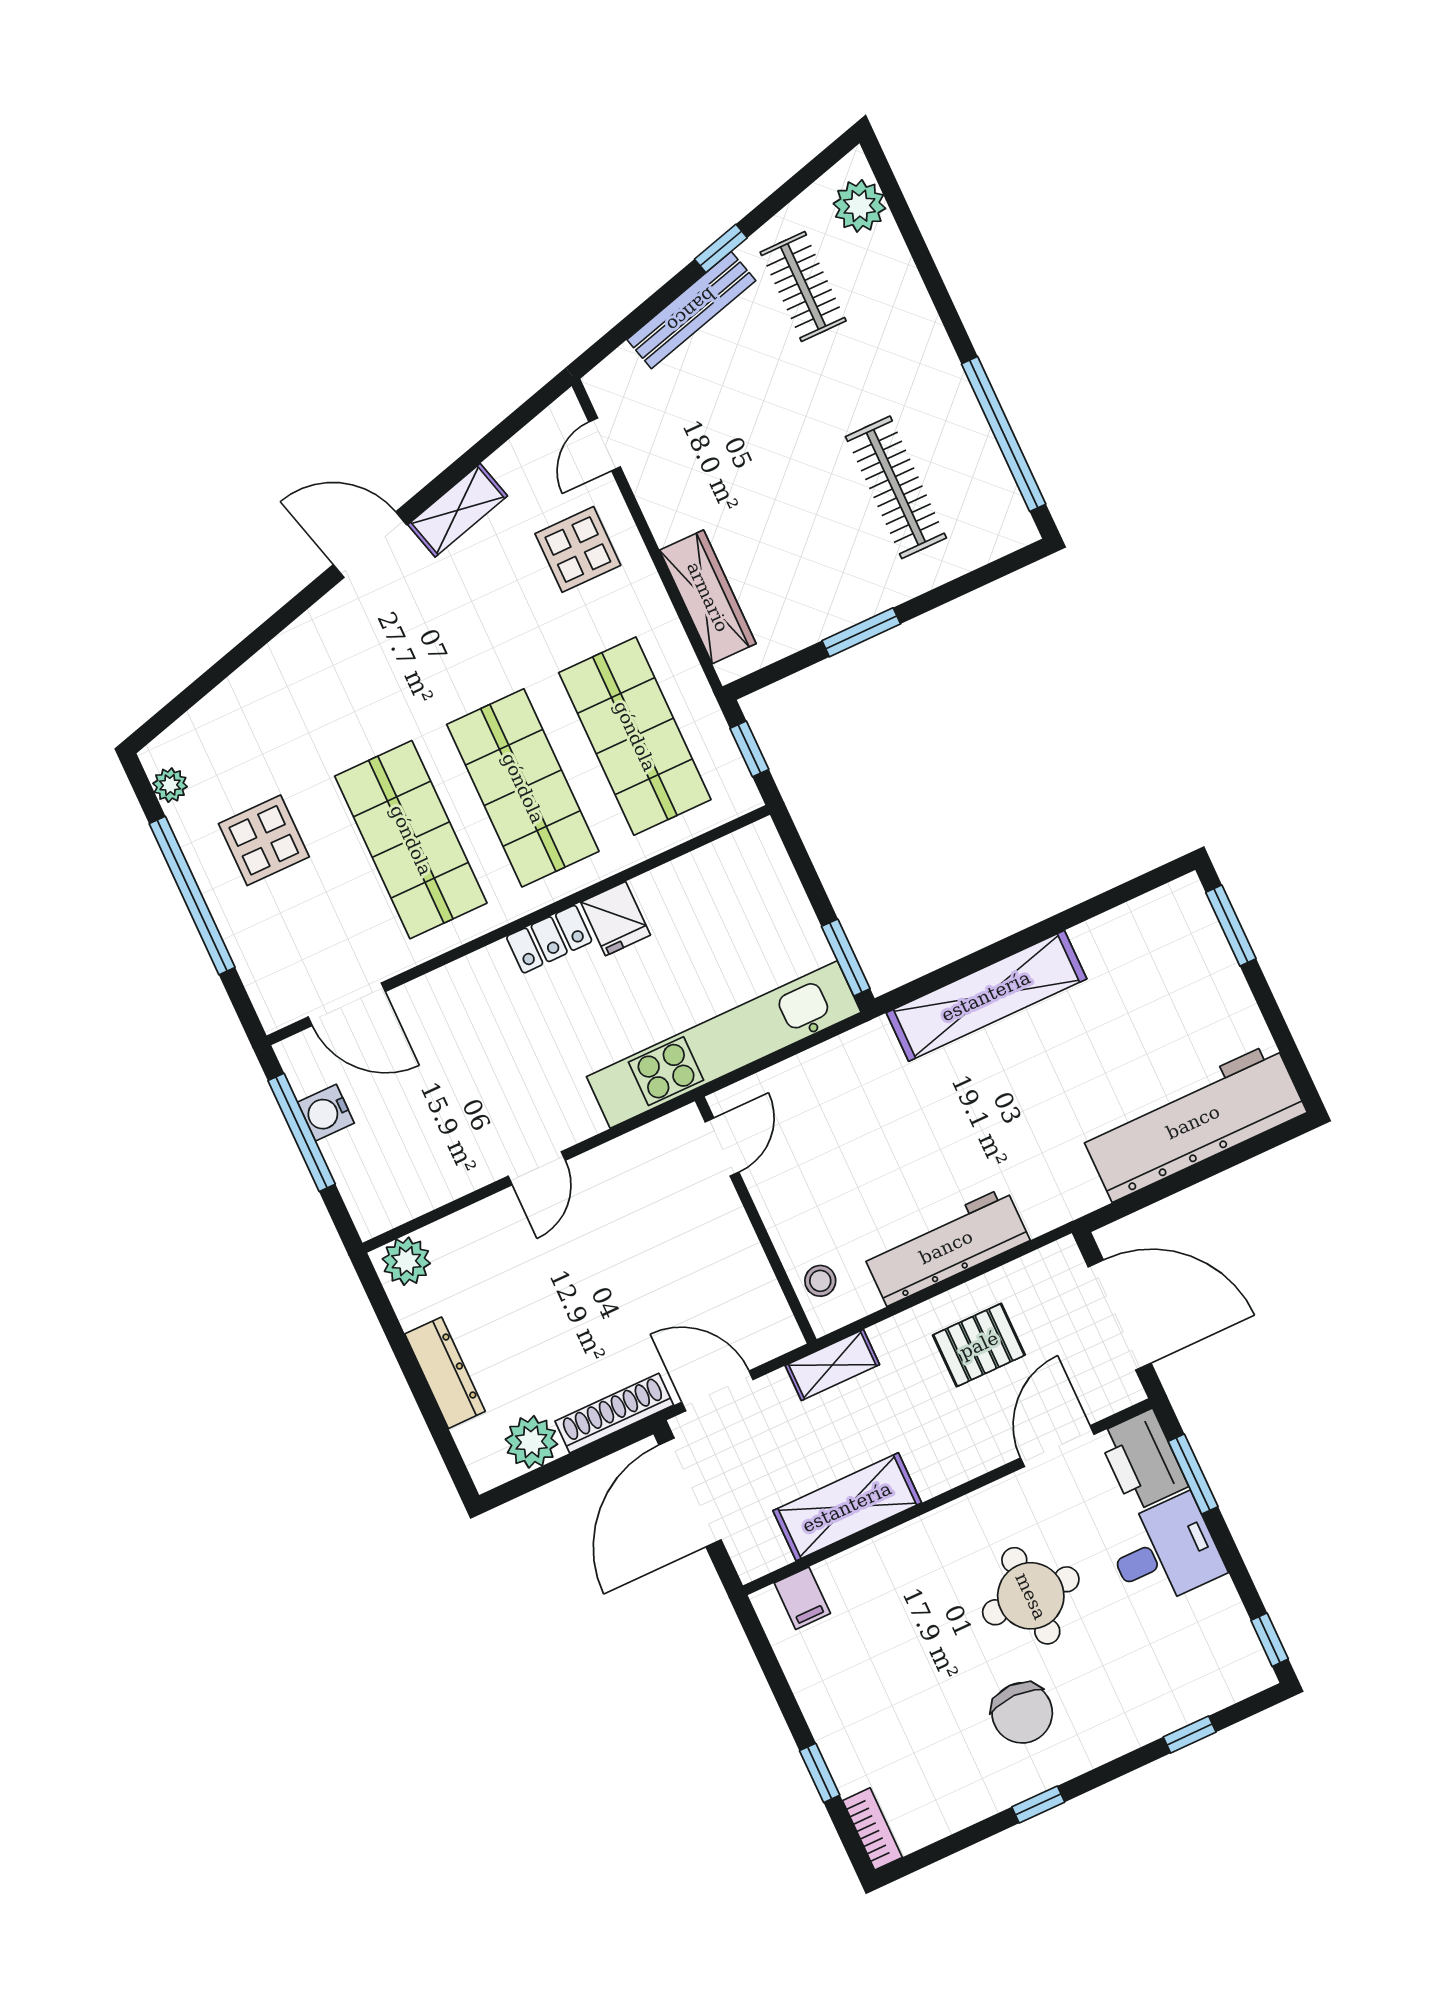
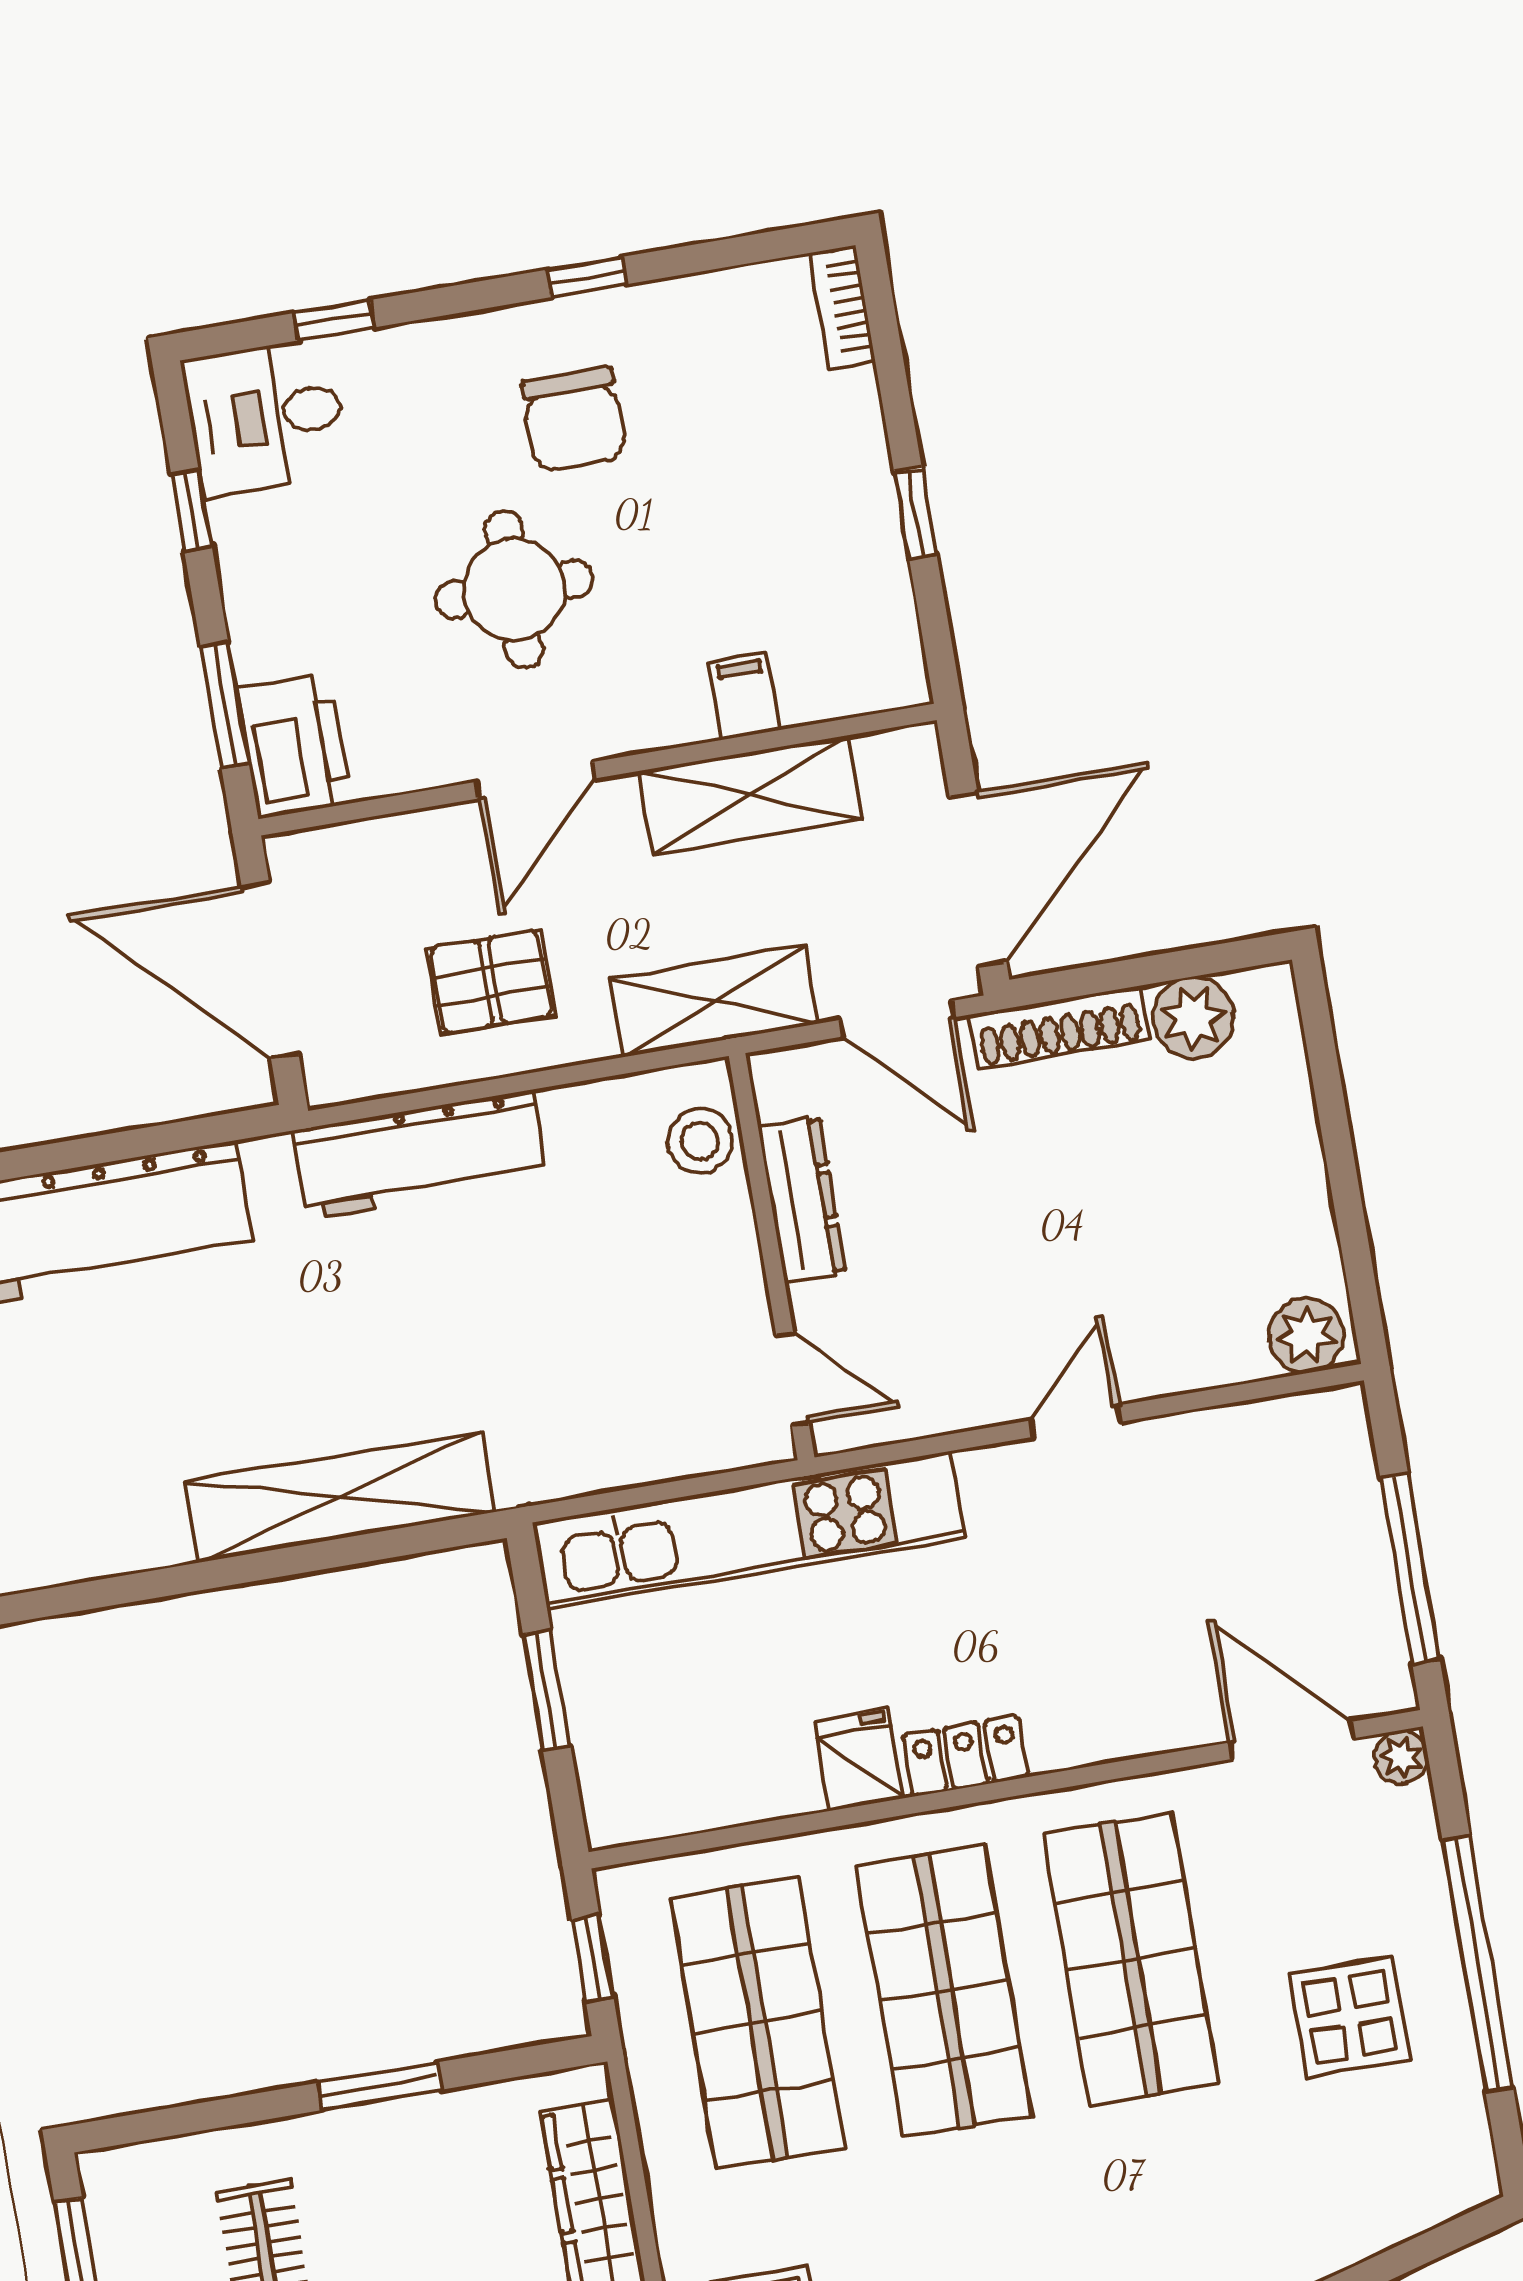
plant: (170, 785) -> (1401, 1757), moved
window: (846, 958) -> (547, 1690), moved
water cooler: (326, 1113) -> (1366, 1588), removed
door: (722, 1147) -> (792, 1379), swing flipped
workbench: (946, 1247) -> (419, 1155), moved
stool: (820, 1281) -> (700, 1141), width x1.37, depth x1.37
shelving: (832, 1365) -> (714, 1001), width x1.50, depth x1.33
dresser: (445, 1373) -> (802, 1199), moved, turned 180
door: (1057, 1446) -> (536, 780), moved
desk: (1165, 1552) -> (266, 417), moved
filing cabinet: (802, 1598) -> (744, 696), moved
window: (1270, 1640) -> (191, 510), moved
chair: (1022, 1713) -> (574, 419), turned 180
window: (820, 1773) -> (915, 513), moved

